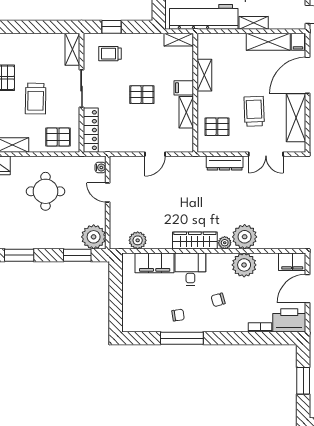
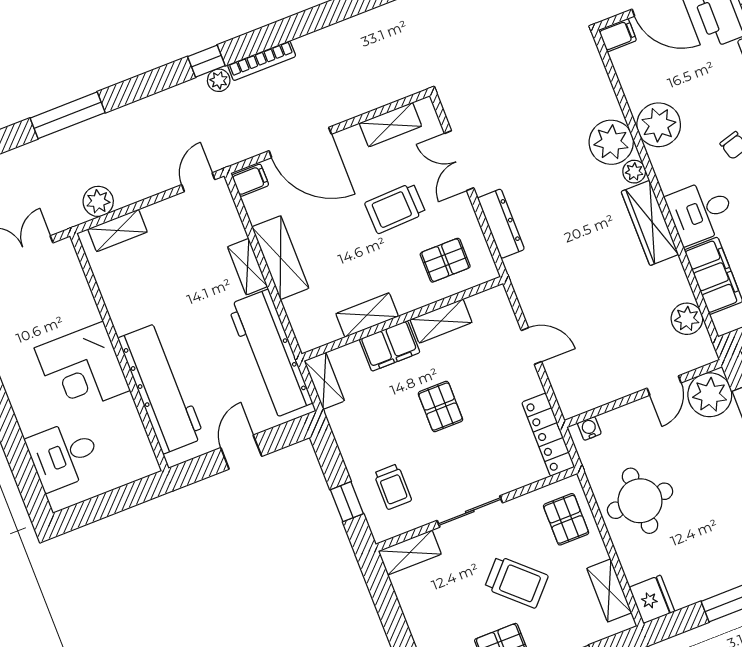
shelving: (268, 42) -> (280, 258), moved
filing cabinet: (184, 88) -> (390, 346), width x2.00
trolley: (36, 99) -> (516, 582), turned 42
shelving: (296, 118) -> (390, 125), width x0.67, depth x0.75
pallet: (217, 127) -> (445, 260), turned 90
locker: (91, 130) -> (548, 435), moved, turned -90
double door: (266, 154) -> (459, 161), swing flipped
round table: (45, 191) -> (640, 501), moved
door: (108, 192) -> (664, 385), moved
filing cabinet: (292, 262) -> (618, 35), width x0.50

